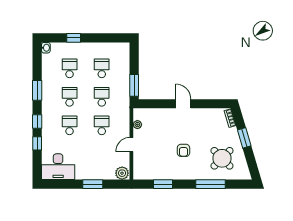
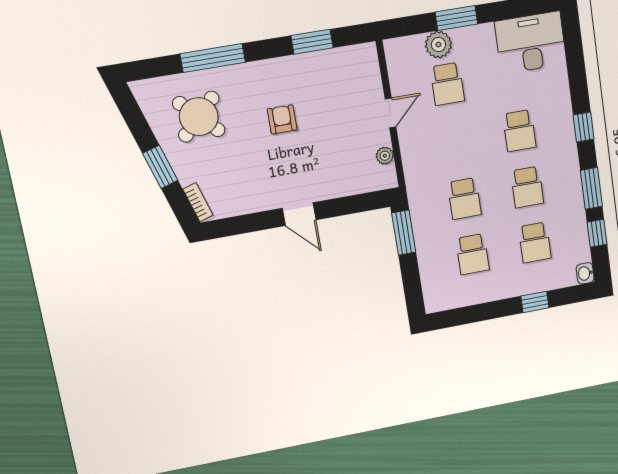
school desk: (102, 125) -> (447, 84), moved
window: (37, 143) -> (597, 233), moved
plant: (122, 173) -> (438, 45), moved

